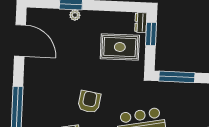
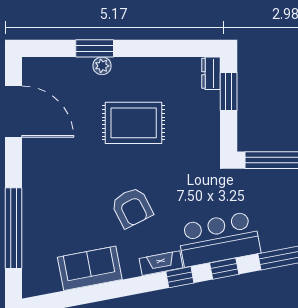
rug: (120, 47) -> (134, 123), moved
armchair: (89, 102) -> (132, 207), turned 144

